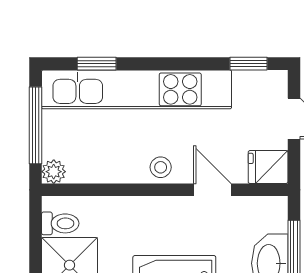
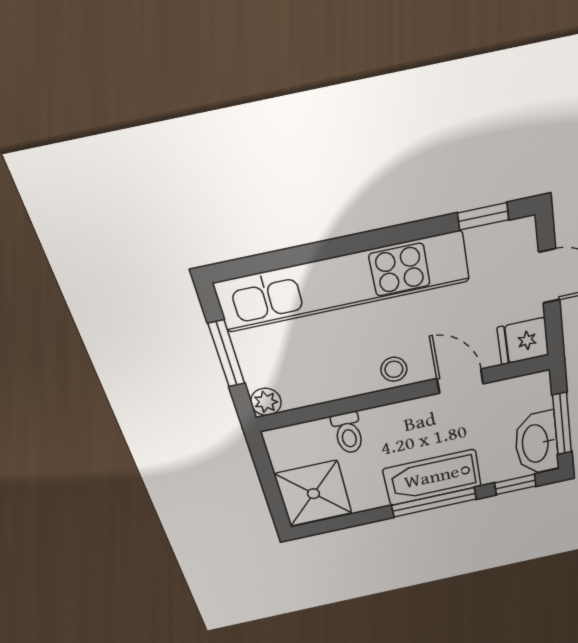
window: (97, 64) -> (282, 259), removed
window: (35, 125) -> (227, 354), width x0.69
toilet: (60, 223) -> (348, 433), moved, turned 90

